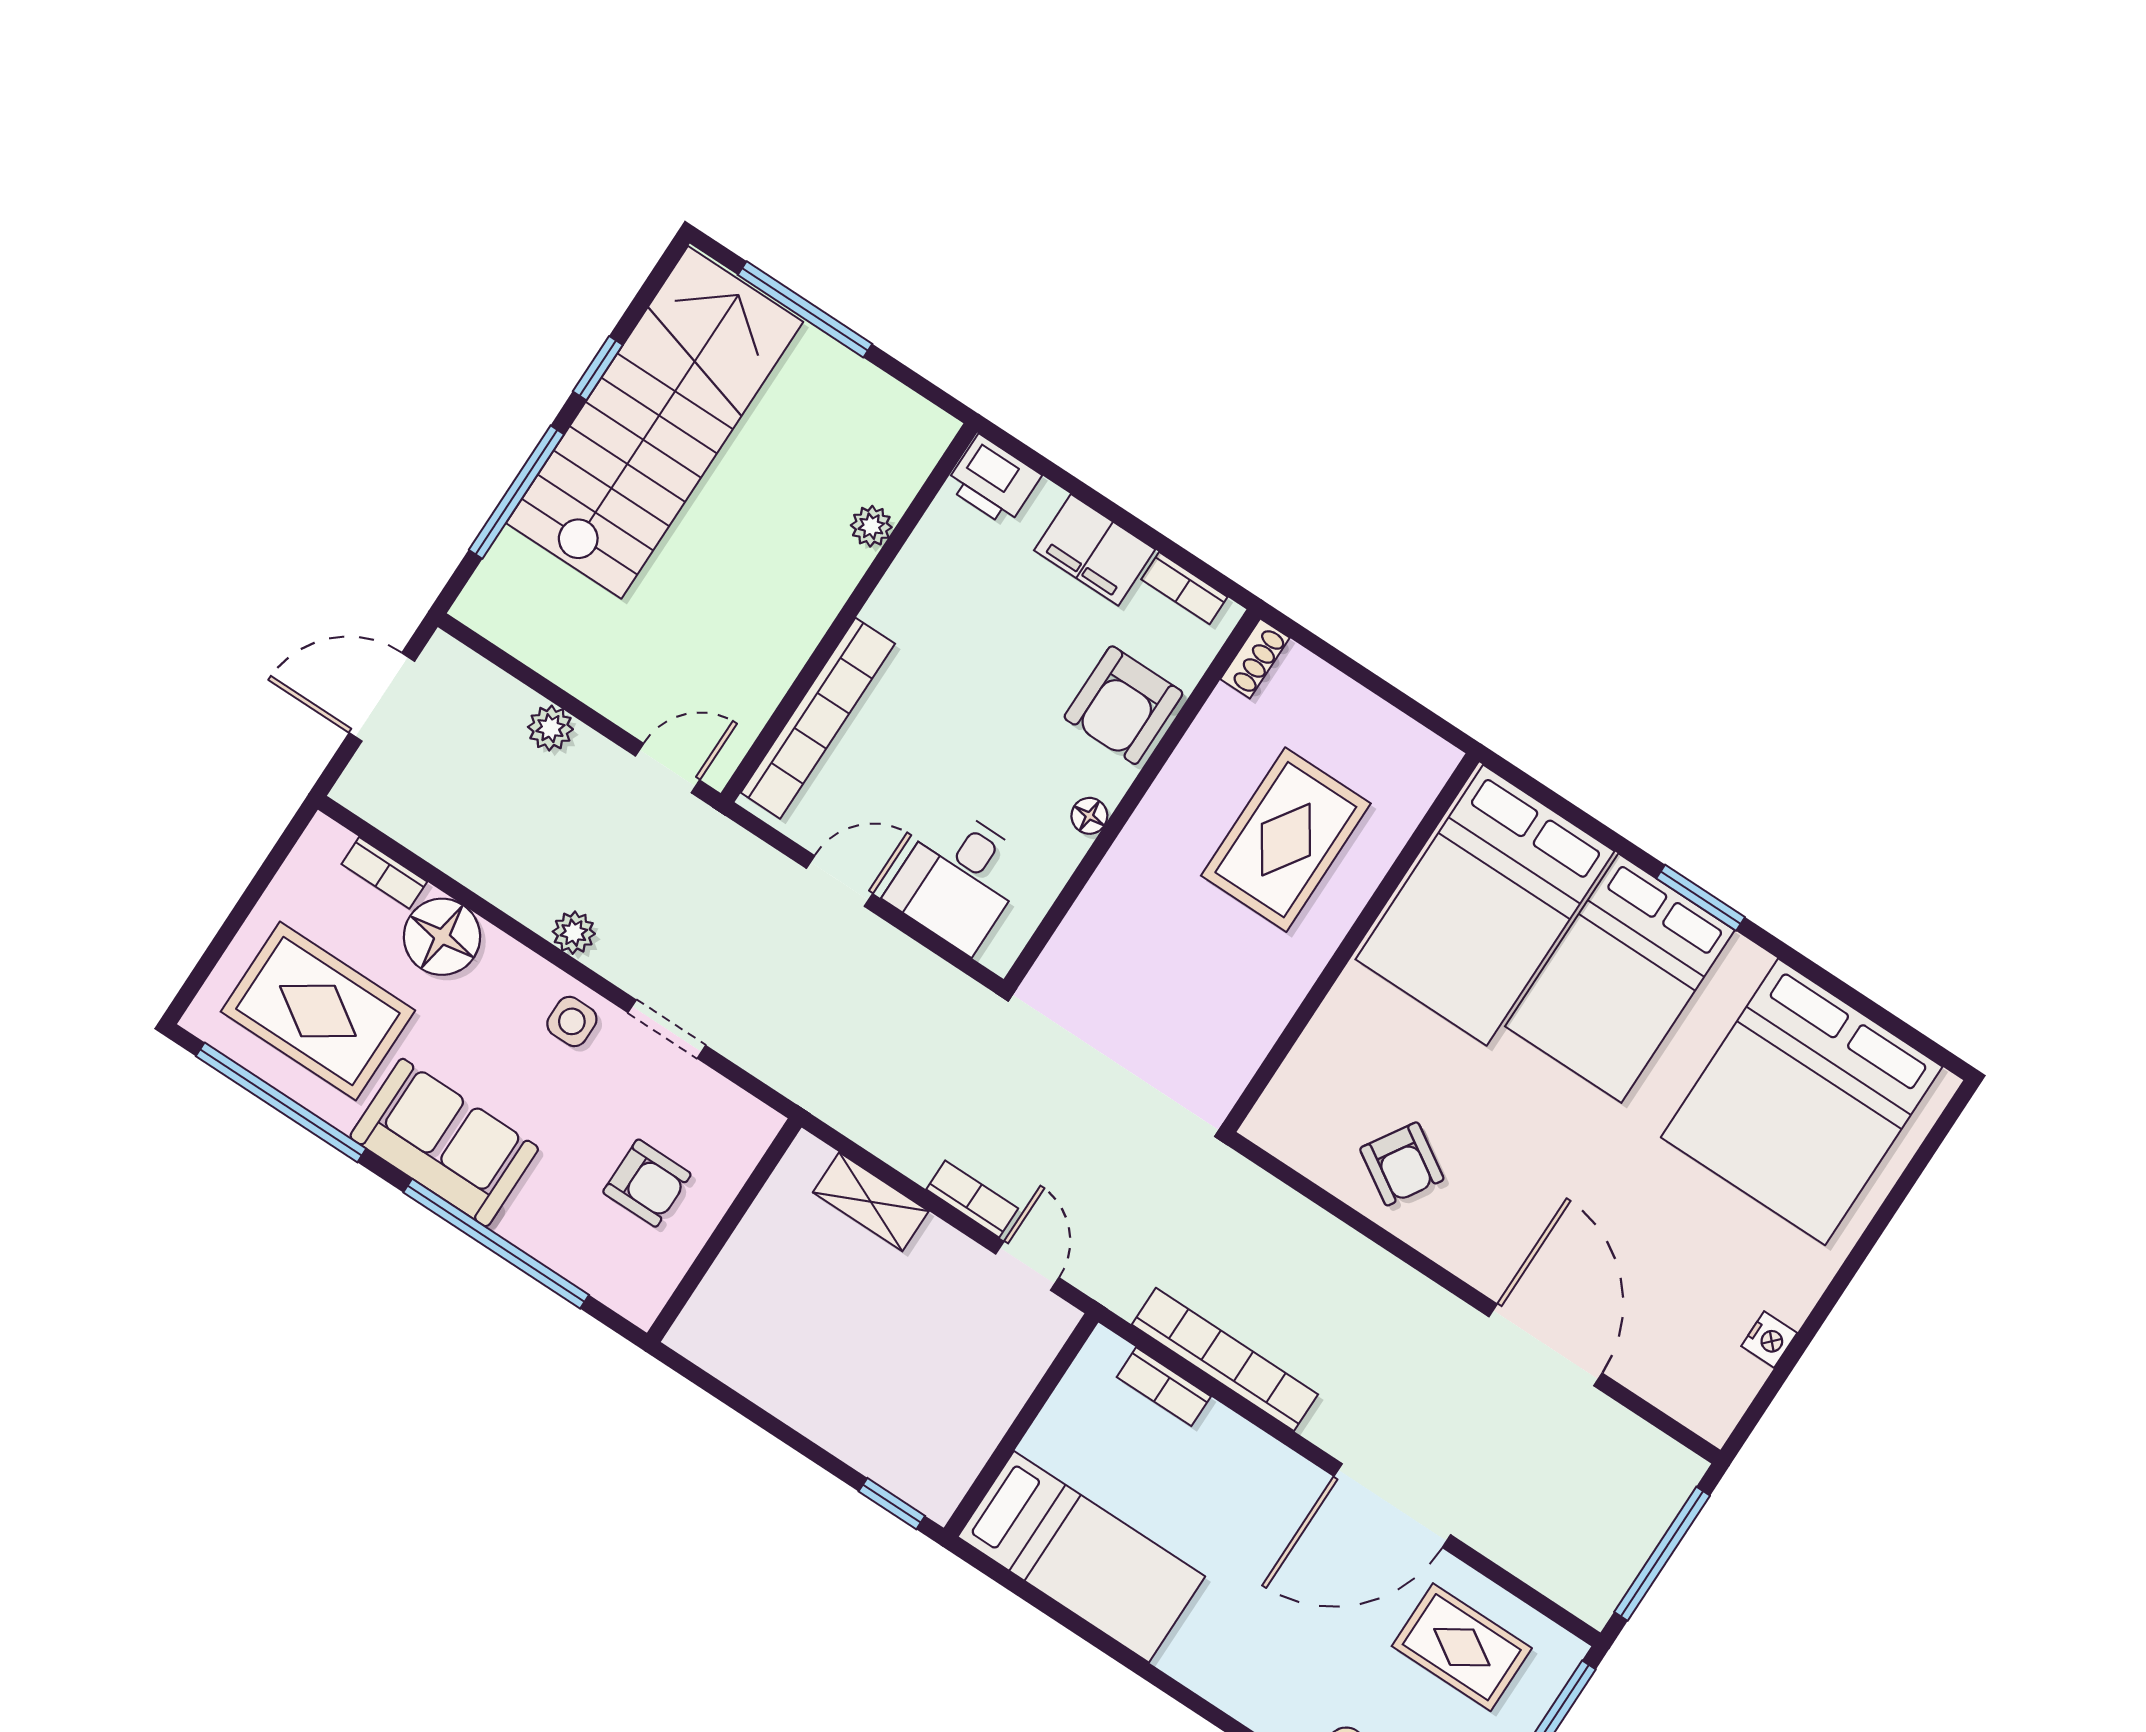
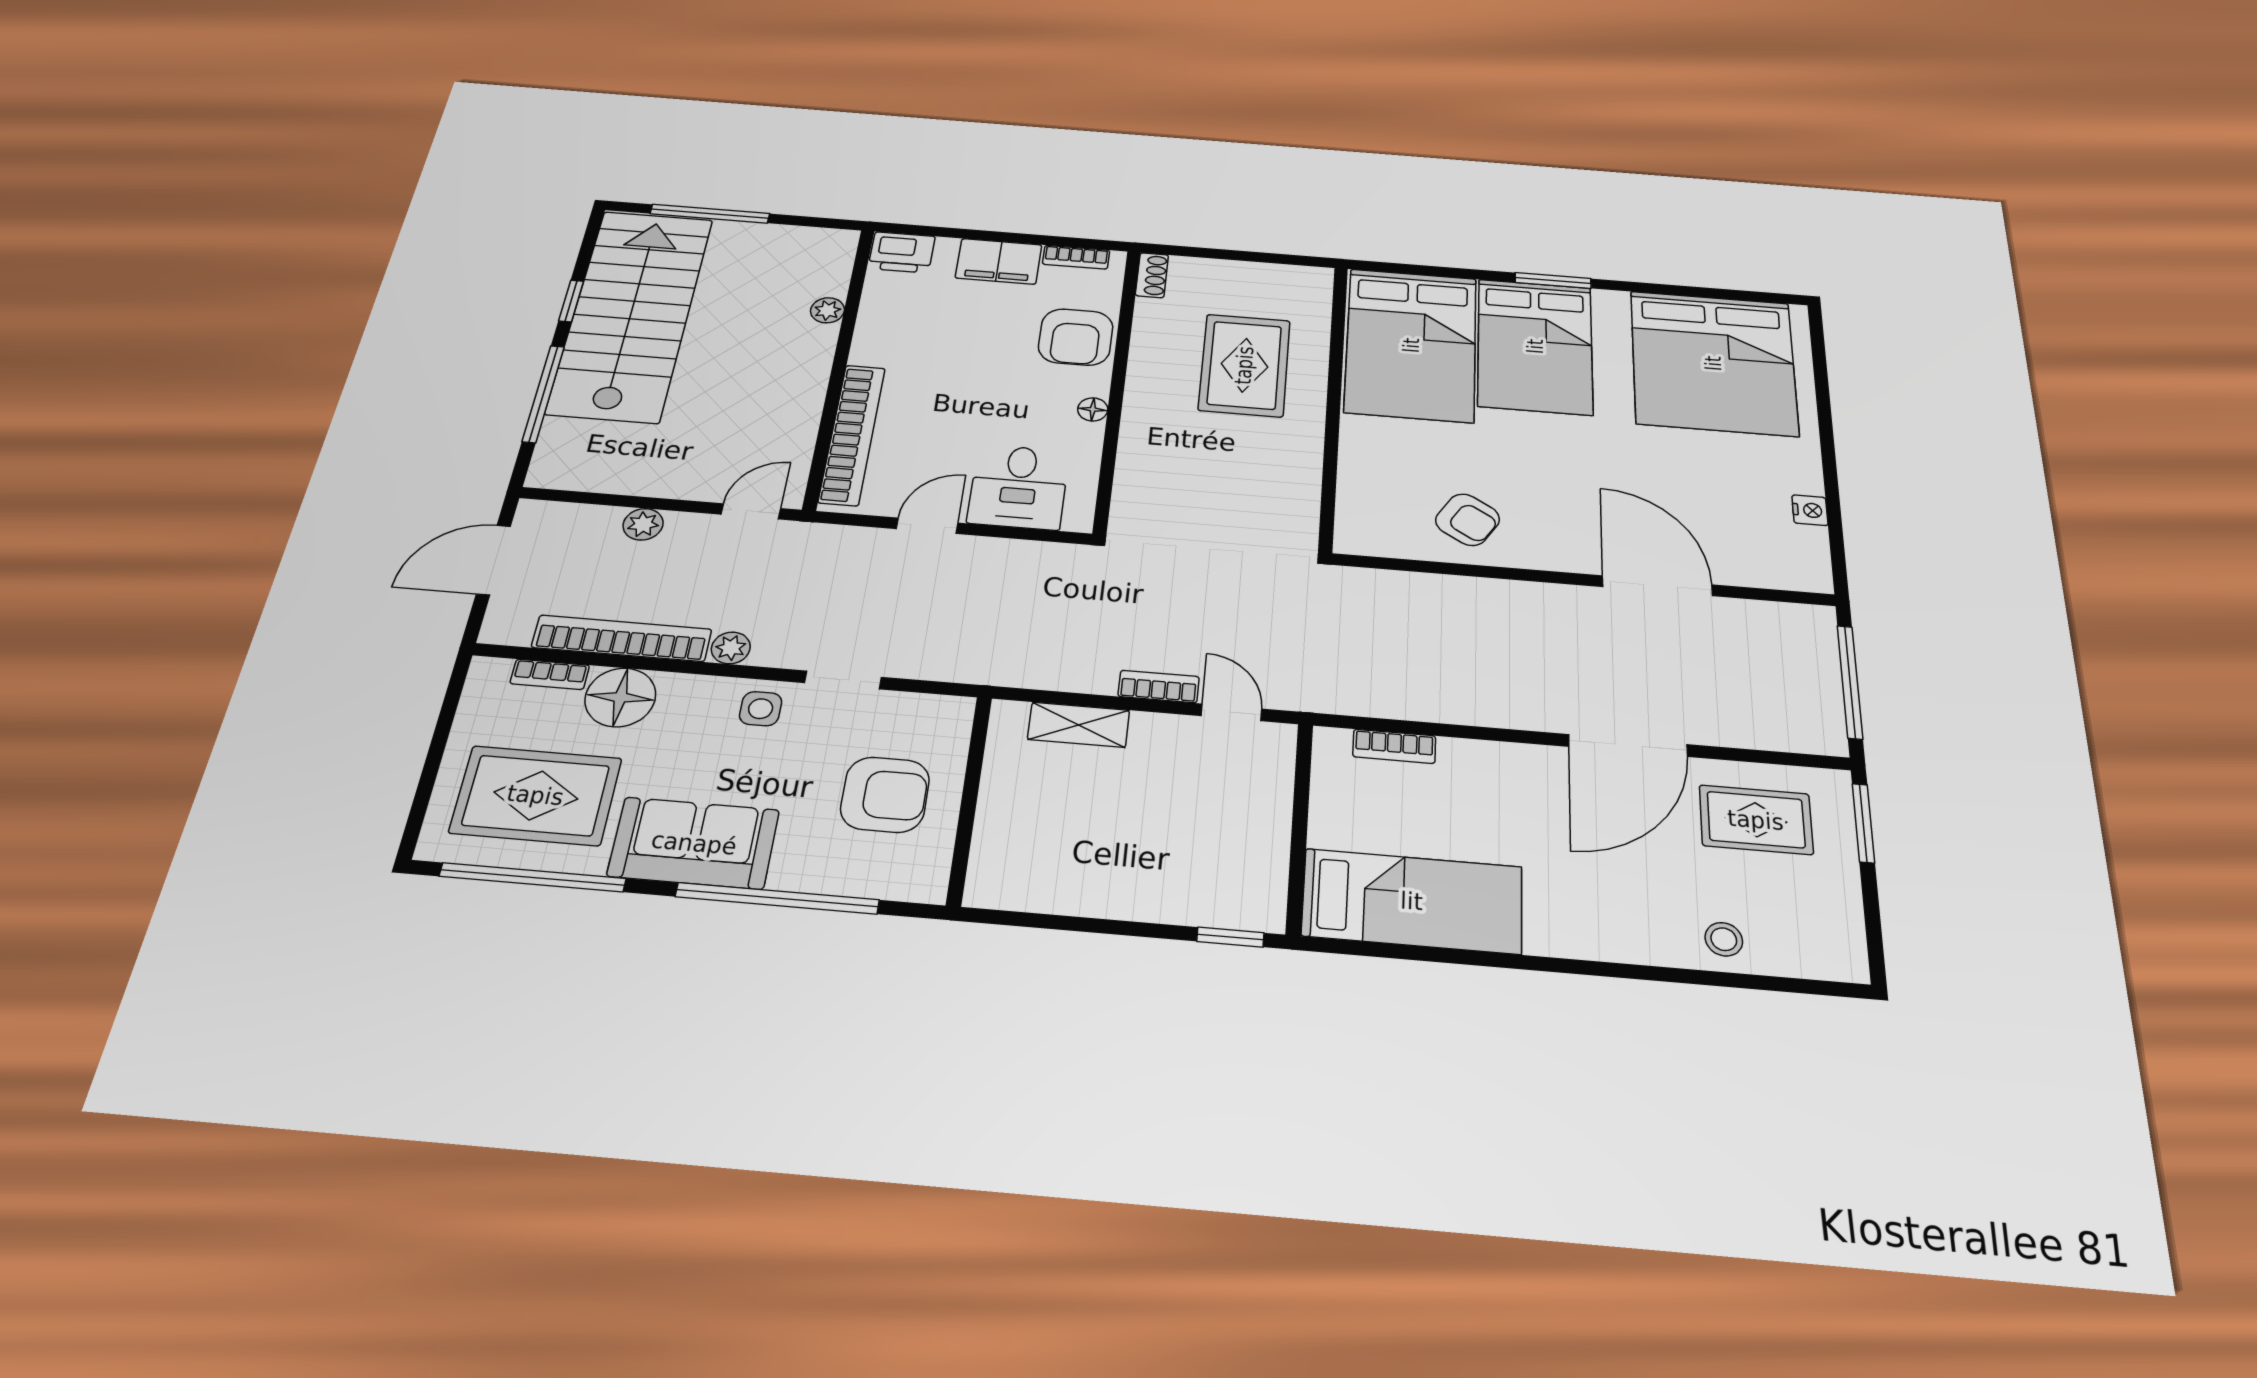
armchair: (647, 1183) -> (885, 795), width x1.38, depth x1.38
bookcase: (1225, 1359) -> (622, 638), moved

